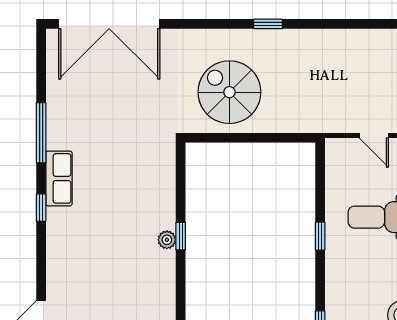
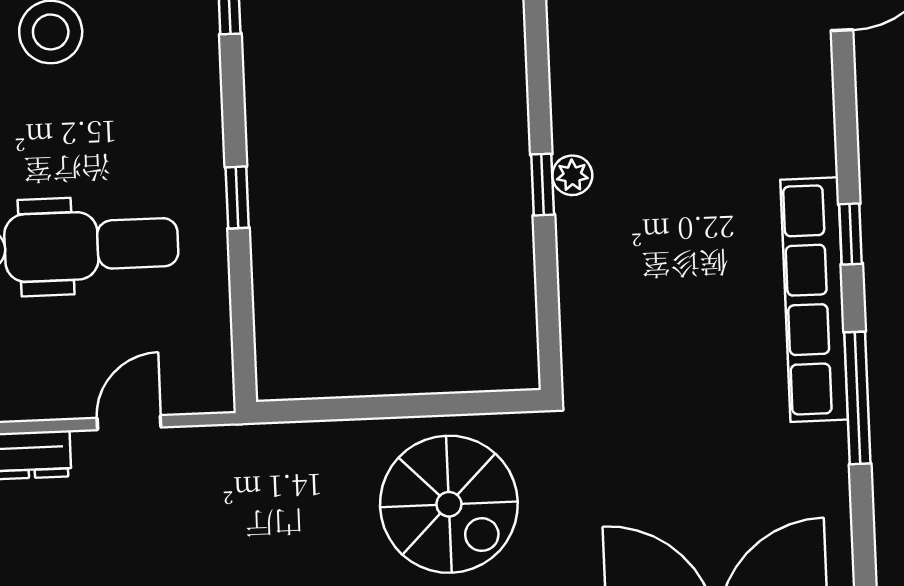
door: (374, 135) -> (129, 423), hinge flipped
row of seats: (59, 178) -> (814, 300), width x2.02

